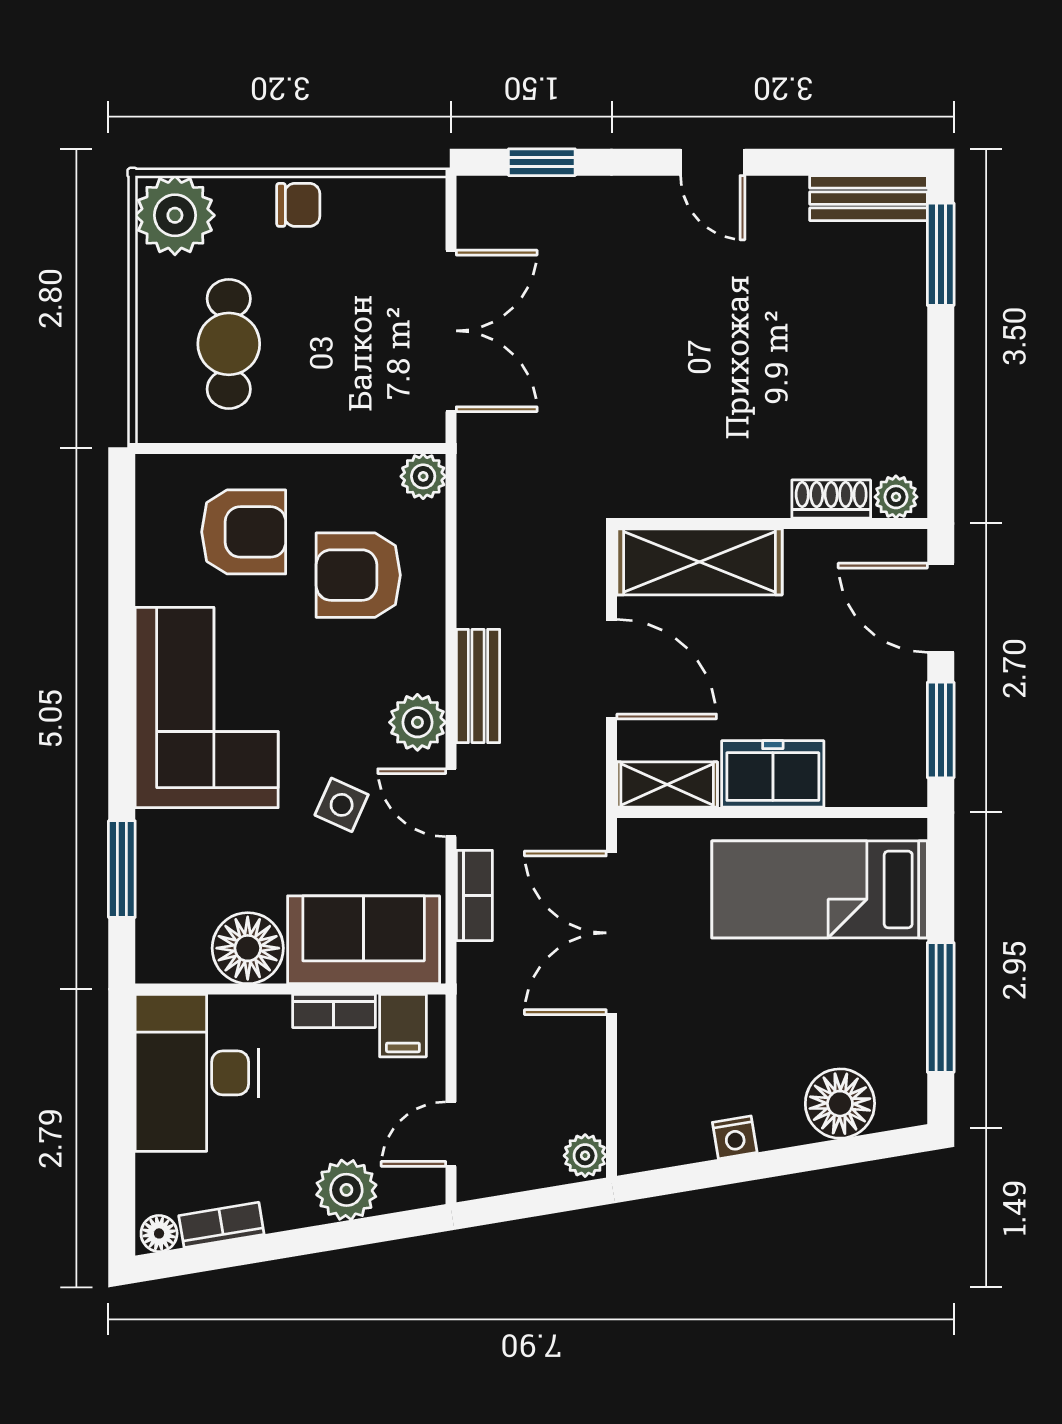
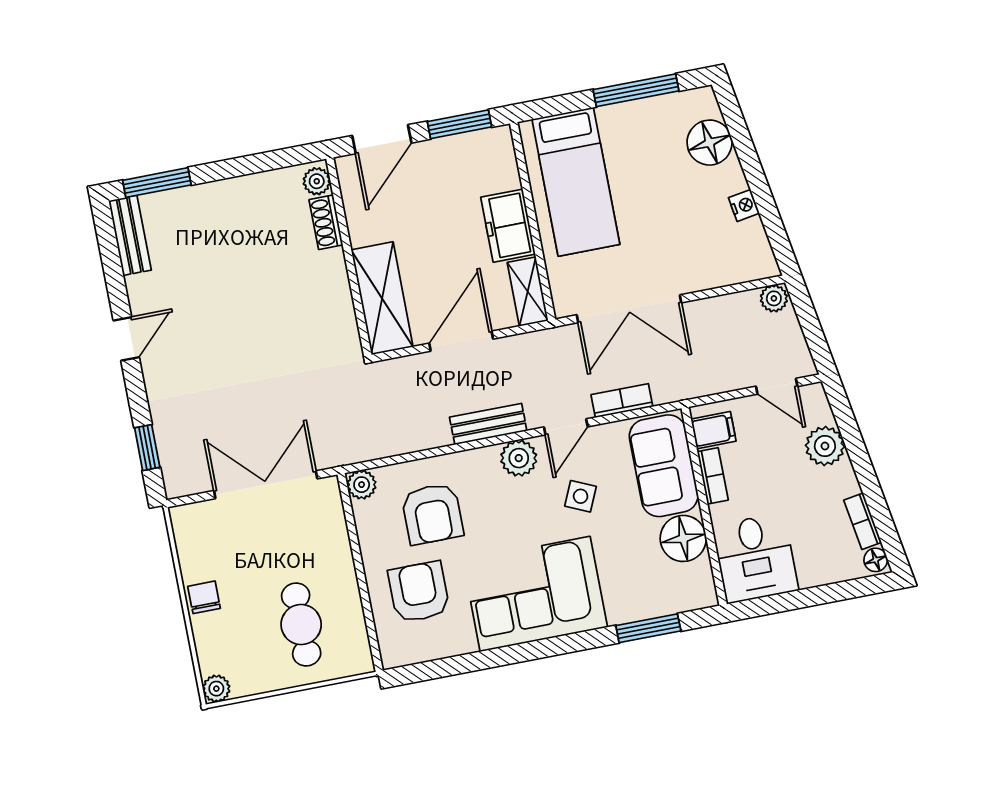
plant: (175, 215) -> (216, 689), width x0.53, depth x0.53
cafe table: (229, 344) -> (301, 625), turned 90
desk: (197, 1073) -> (755, 558), width x0.73

